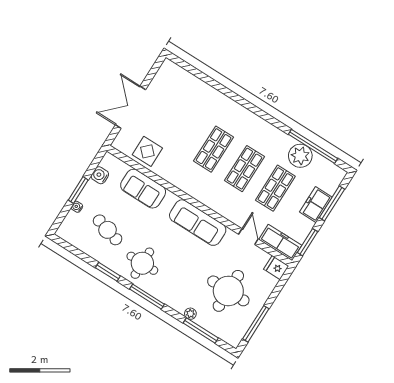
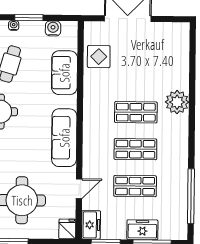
plant: (300, 156) -> (177, 102), moved
freezer: (280, 242) -> (91, 225), width x0.71

